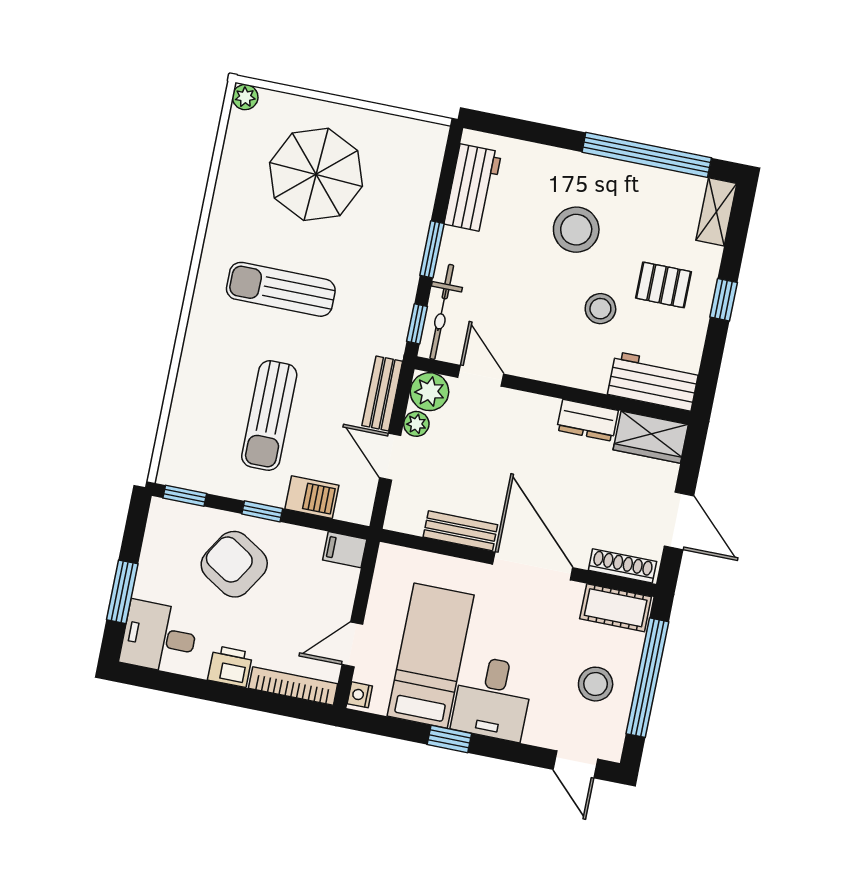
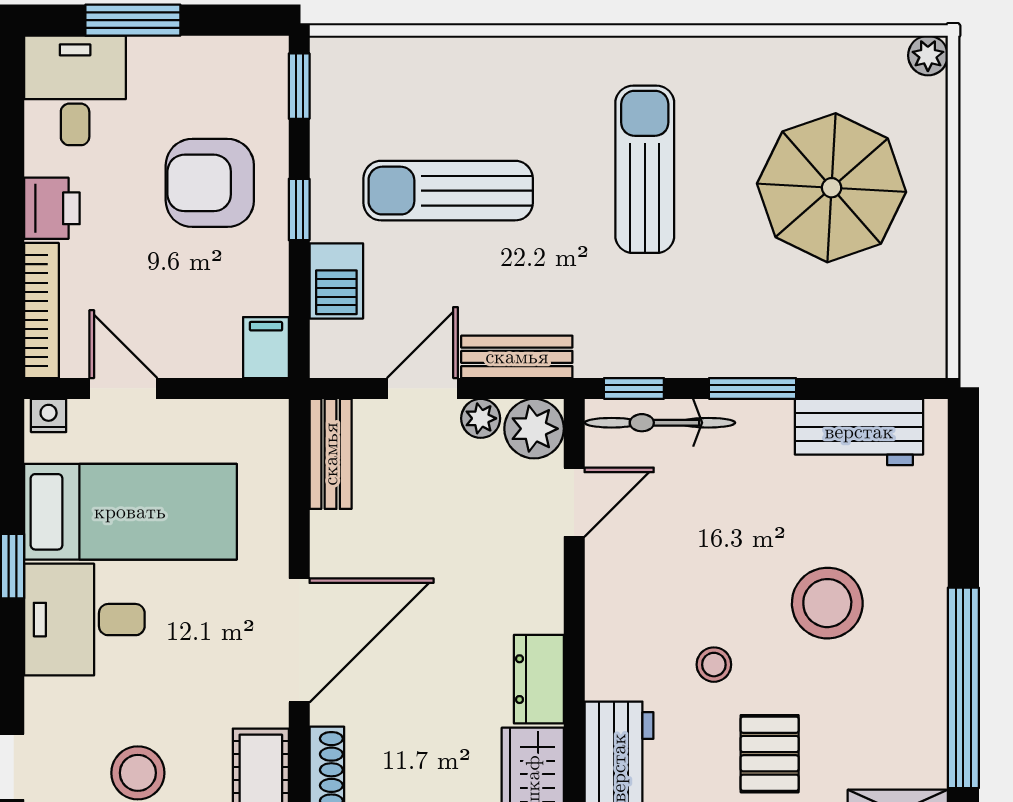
stool: (600, 309) -> (714, 665), width x0.73, depth x0.73
bench: (460, 531) -> (331, 454), moved
armchair: (234, 564) -> (210, 183), turned -122

